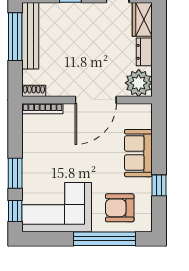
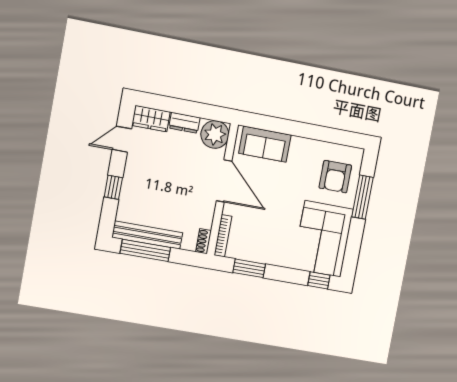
sofa: (138, 153) -> (265, 144), moved
window: (15, 173) -> (249, 268), moved
window: (159, 185) -> (321, 133), removed
window: (105, 239) -> (362, 197), width x0.68

